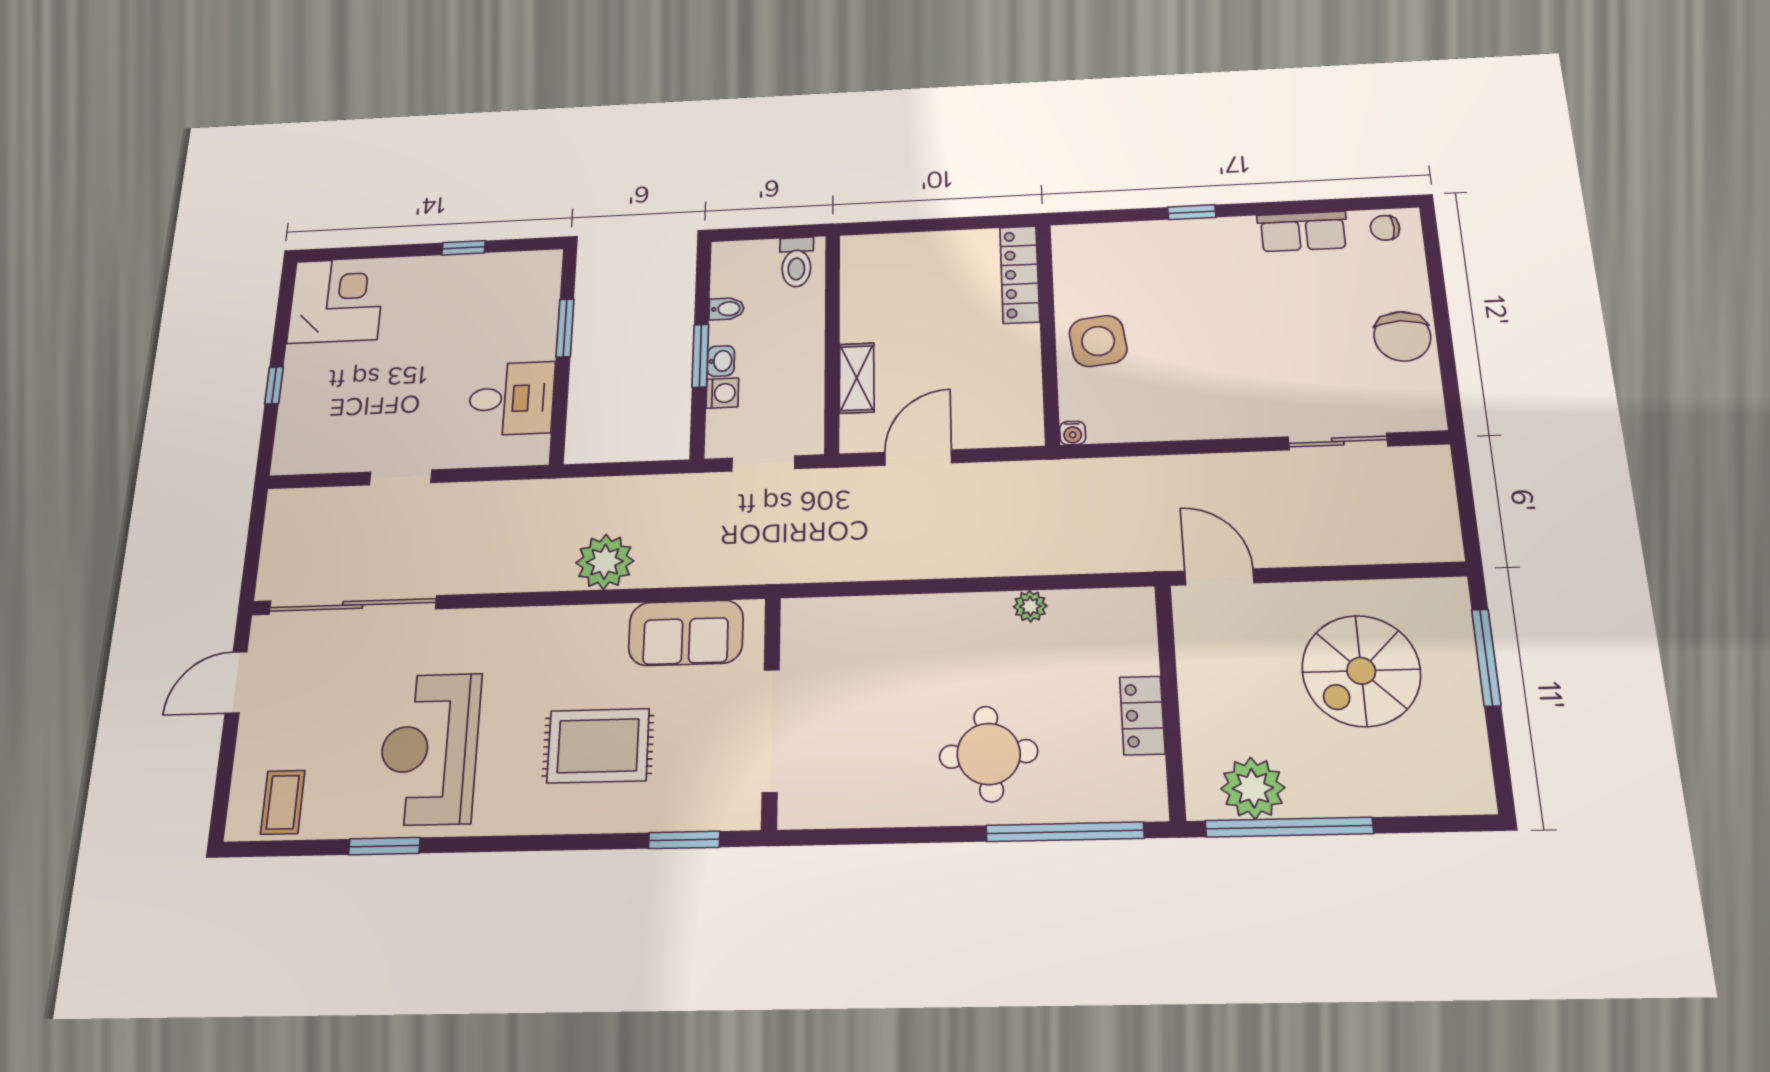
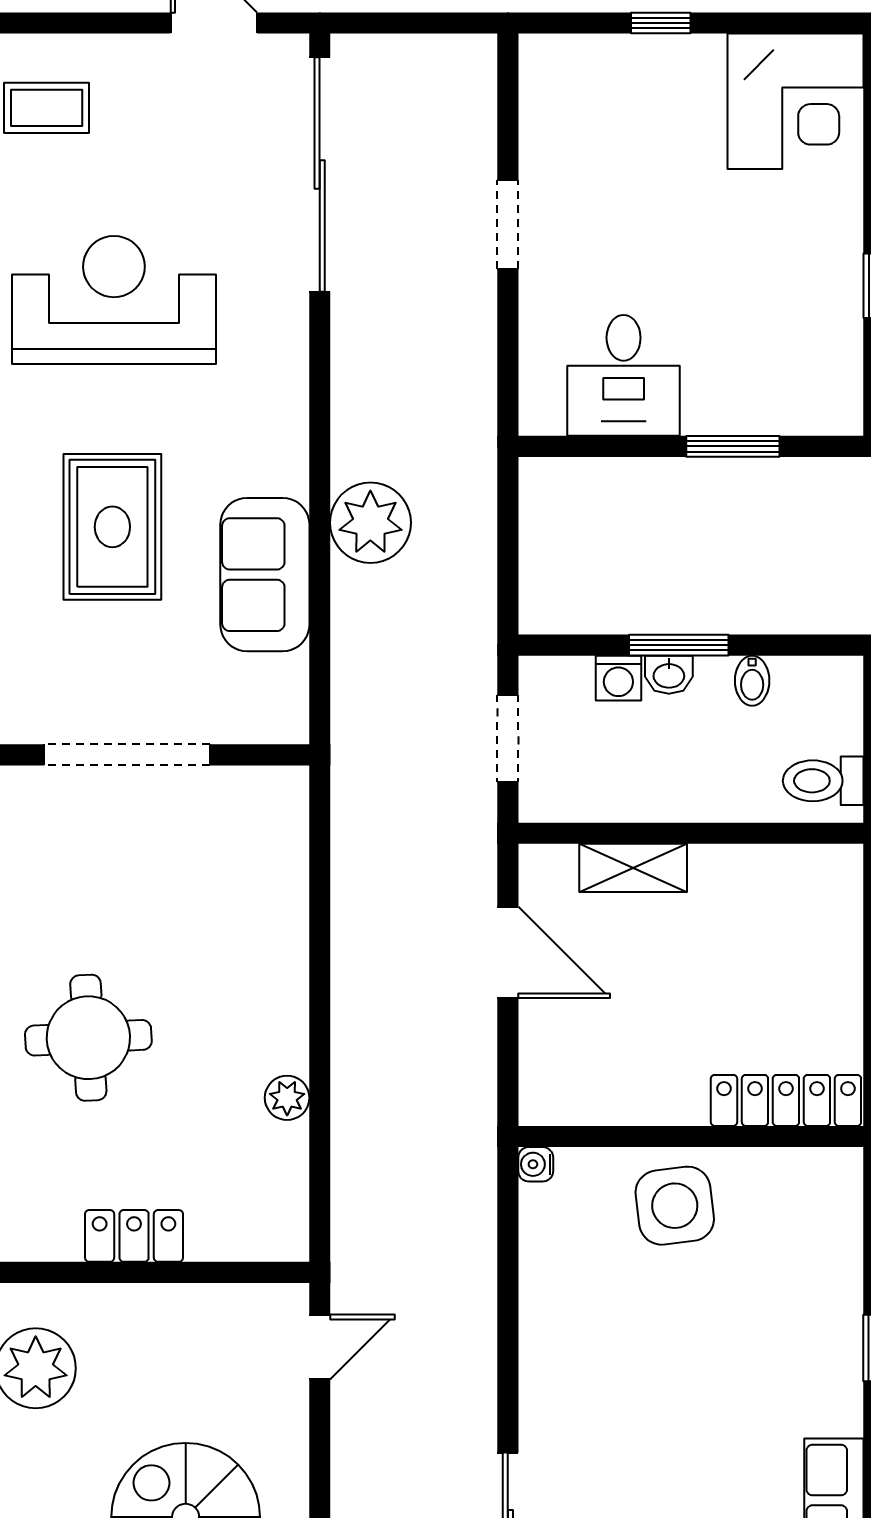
door: (1219, 577) -> (320, 1347), width x0.73
sofa: (686, 633) -> (265, 575), moved

